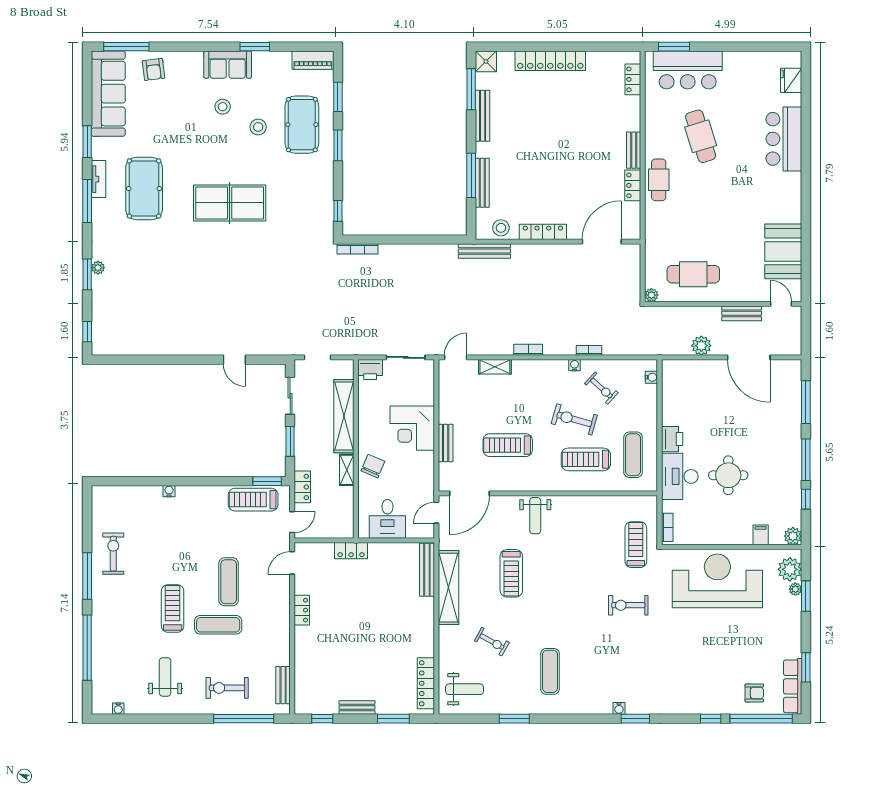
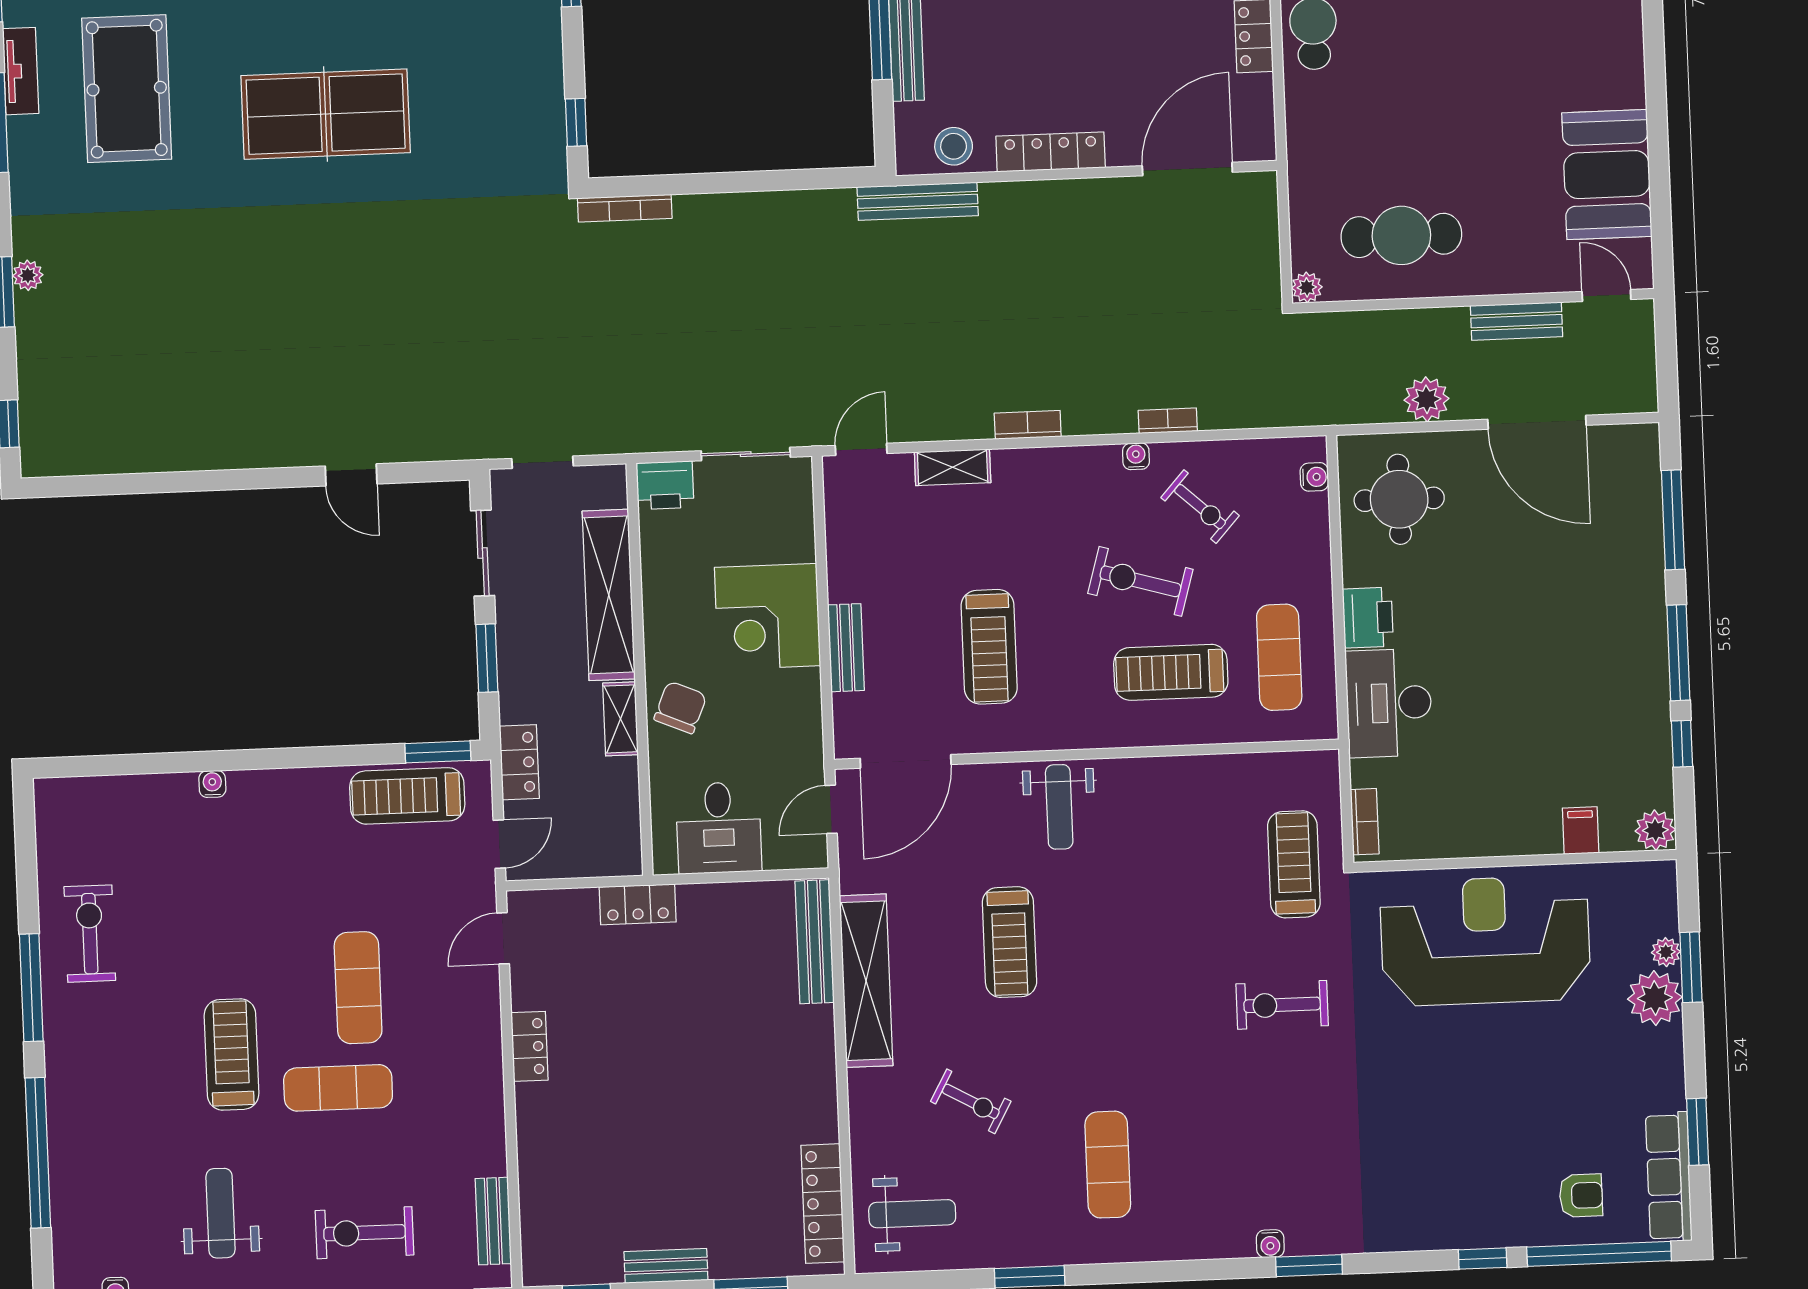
treadmill: (508, 445) -> (989, 647), turned -90
round table: (728, 475) -> (1399, 499), moved
plant: (790, 569) -> (1655, 998), moved

